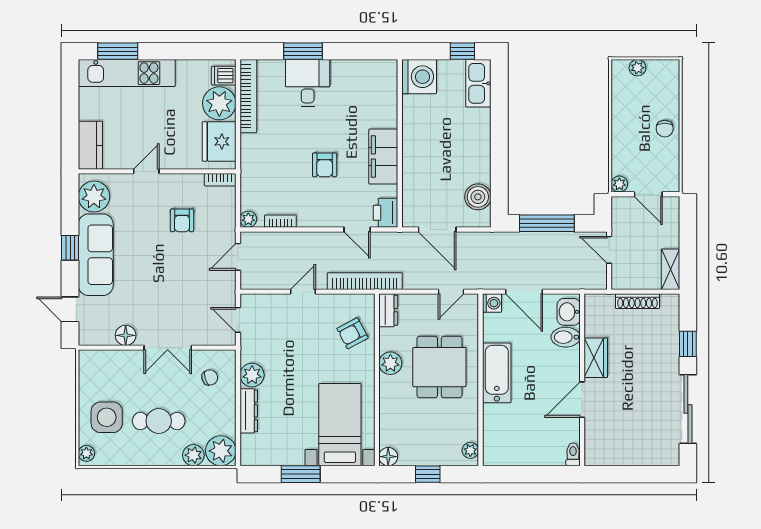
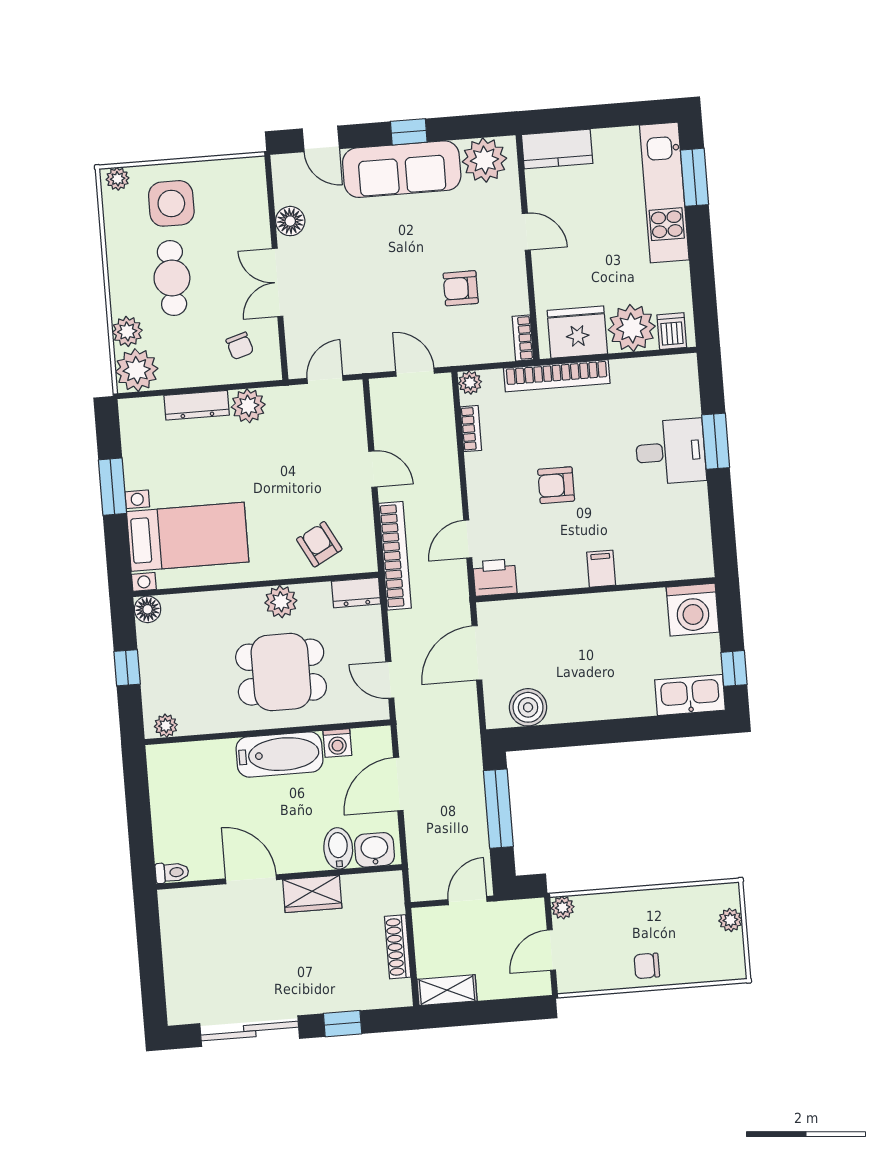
bookcase: (248, 96) -> (557, 376), moved
filing cabinet: (383, 157) -> (601, 569), width x0.33, depth x0.86
washing machine: (492, 303) -> (337, 743), moved
door: (70, 309) -> (321, 139), swing flipped

